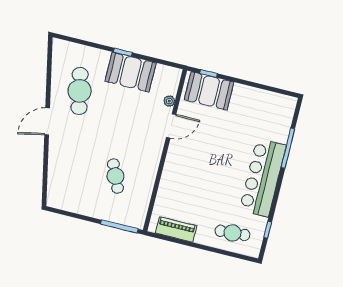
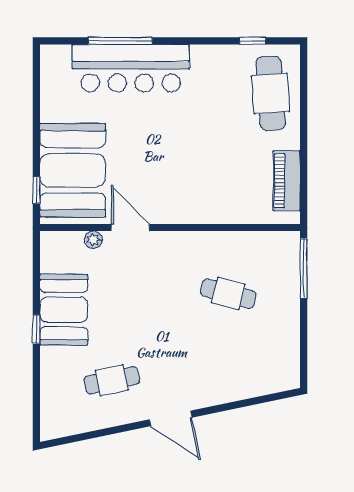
cafe table: (80, 91) -> (112, 380), width x0.73, depth x0.74
booth: (209, 91) -> (73, 170), width x1.36, depth x1.42
cafe table: (115, 176) -> (228, 293), turned 39
bar counter: (263, 178) -> (131, 68), moved
cafe table: (232, 233) -> (271, 93), width x1.37, depth x1.35

